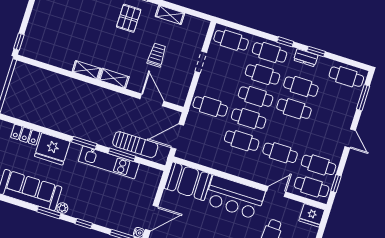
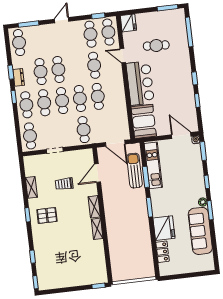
kitchen unit: (109, 162) -> (153, 165), moved

